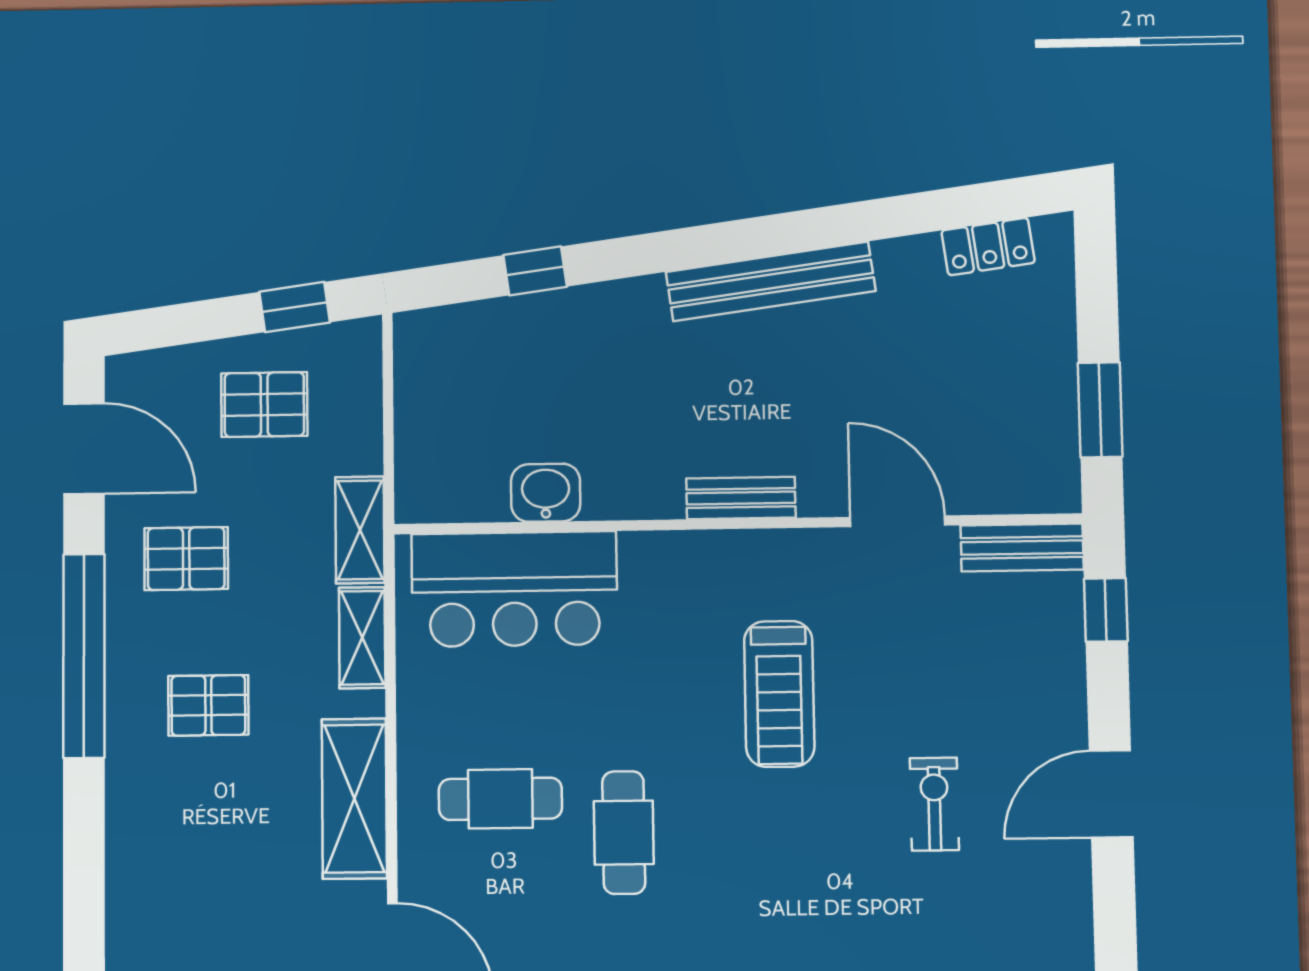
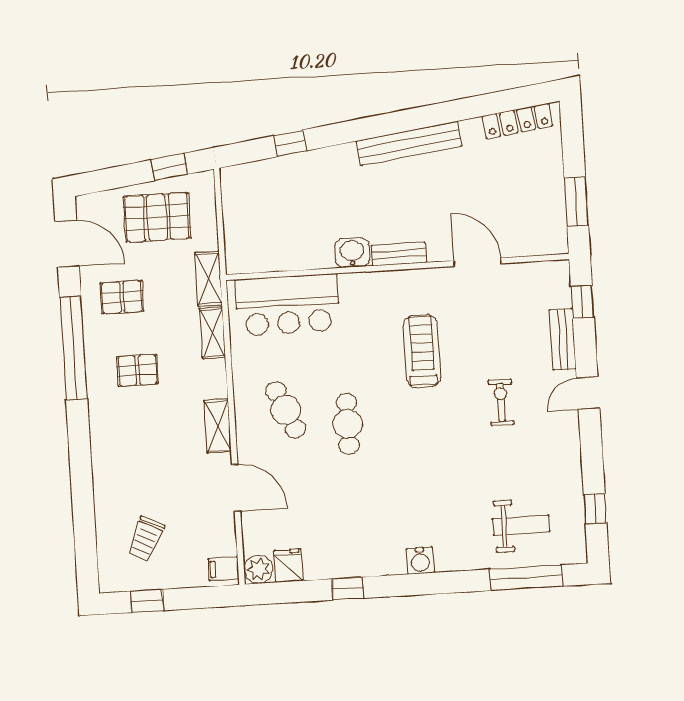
locker: (988, 247) -> (517, 121), width x1.53
pallet: (264, 405) -> (157, 217), width x1.50, depth x1.42
washbasin: (546, 493) -> (352, 253), moved
bench: (1022, 548) -> (563, 339), moved, turned 90
treadmill: (779, 694) -> (422, 351), turned 180
door: (1111, 794) -> (588, 393), width x0.73
shelving: (354, 799) -> (218, 426), width x0.67, depth x0.75
cafe table: (500, 799) -> (286, 410), turned 66

